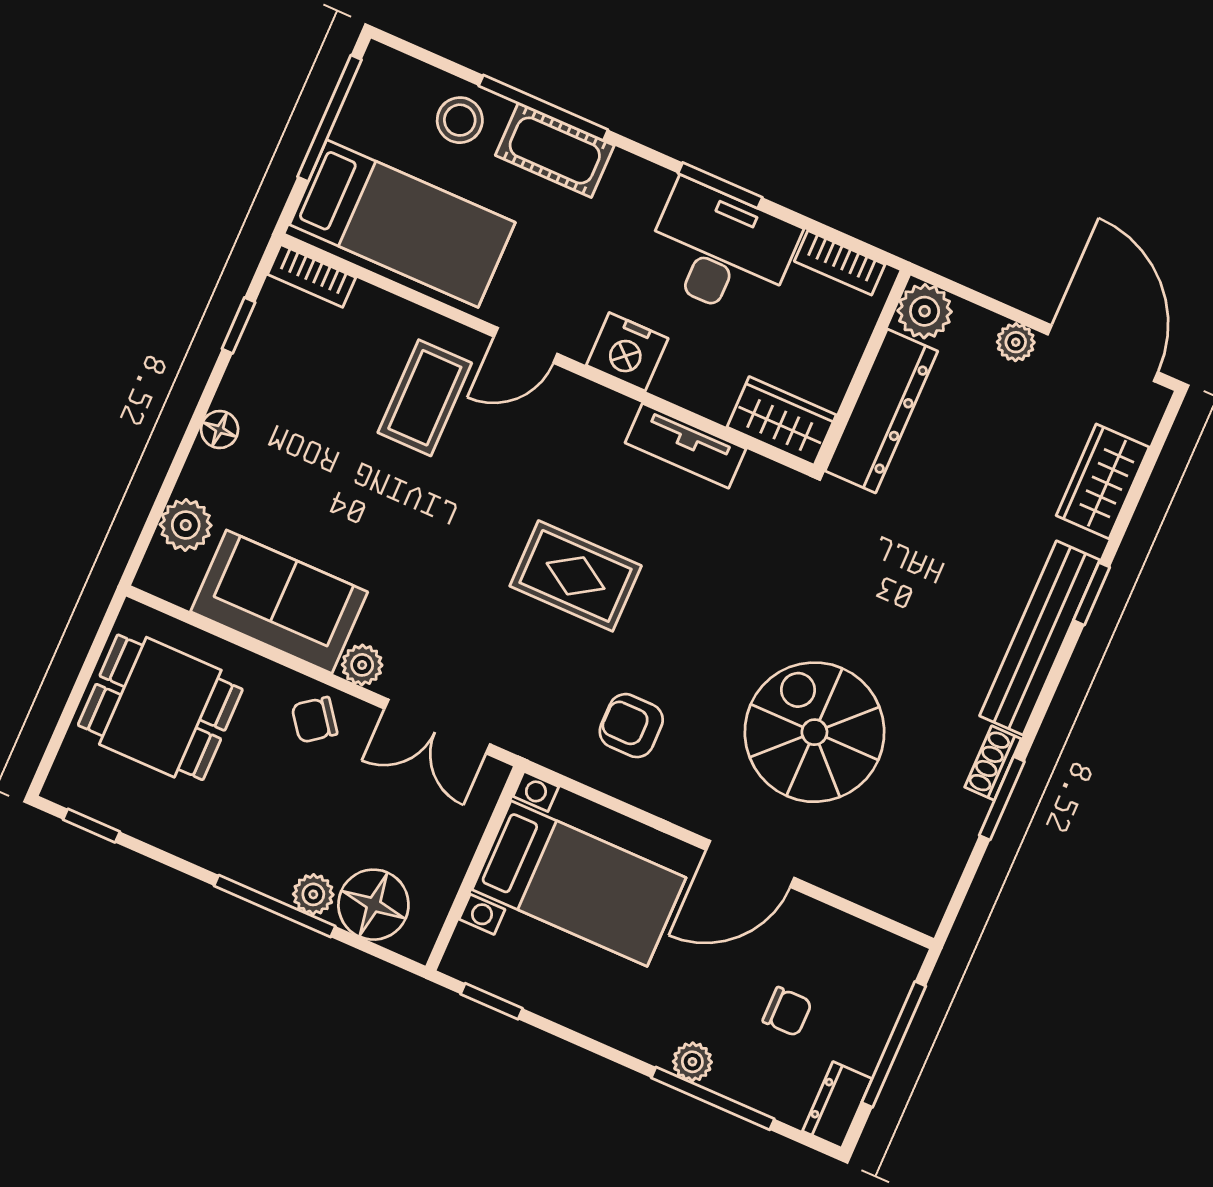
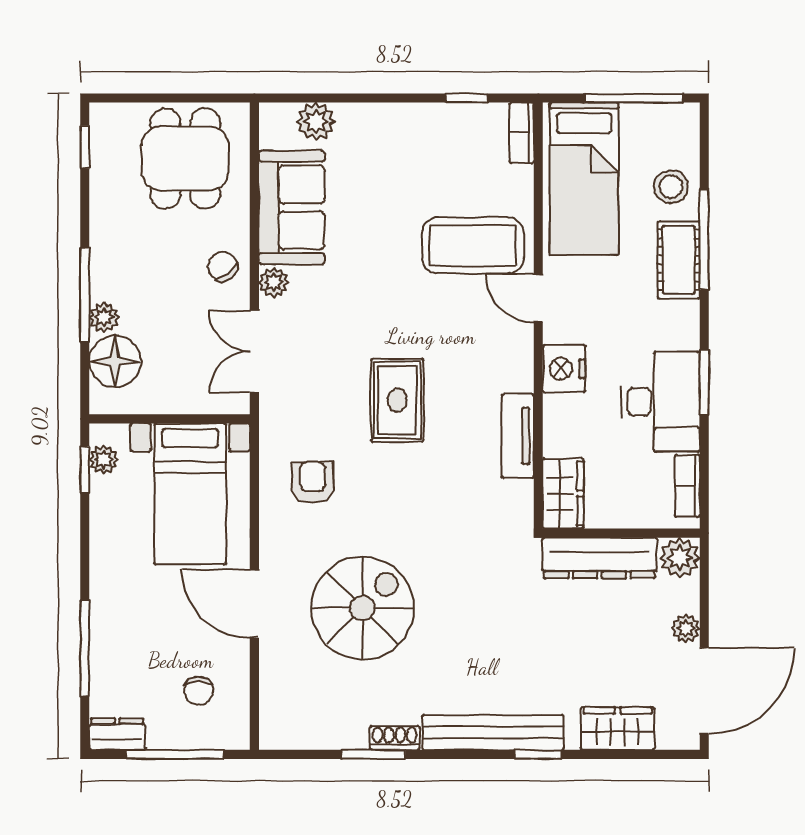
coffee table: (425, 398) -> (473, 245), width x1.36, depth x1.32
floor lamp: (220, 430) -> (391, 116), removed
chair: (787, 1012) -> (199, 691), moved
plant: (692, 1062) -> (103, 460), moved

